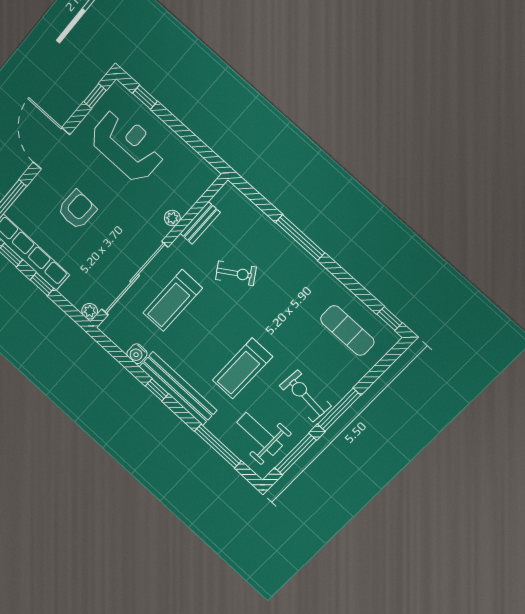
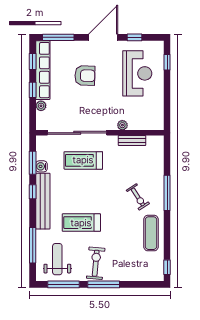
window: (95, 96) -> (135, 37), moved
exercise bike: (236, 273) -> (138, 197), moved
plant: (90, 311) -> (41, 106), moved
exercise mat: (347, 330) -> (151, 233), moved
window: (124, 360) -> (33, 163), added

